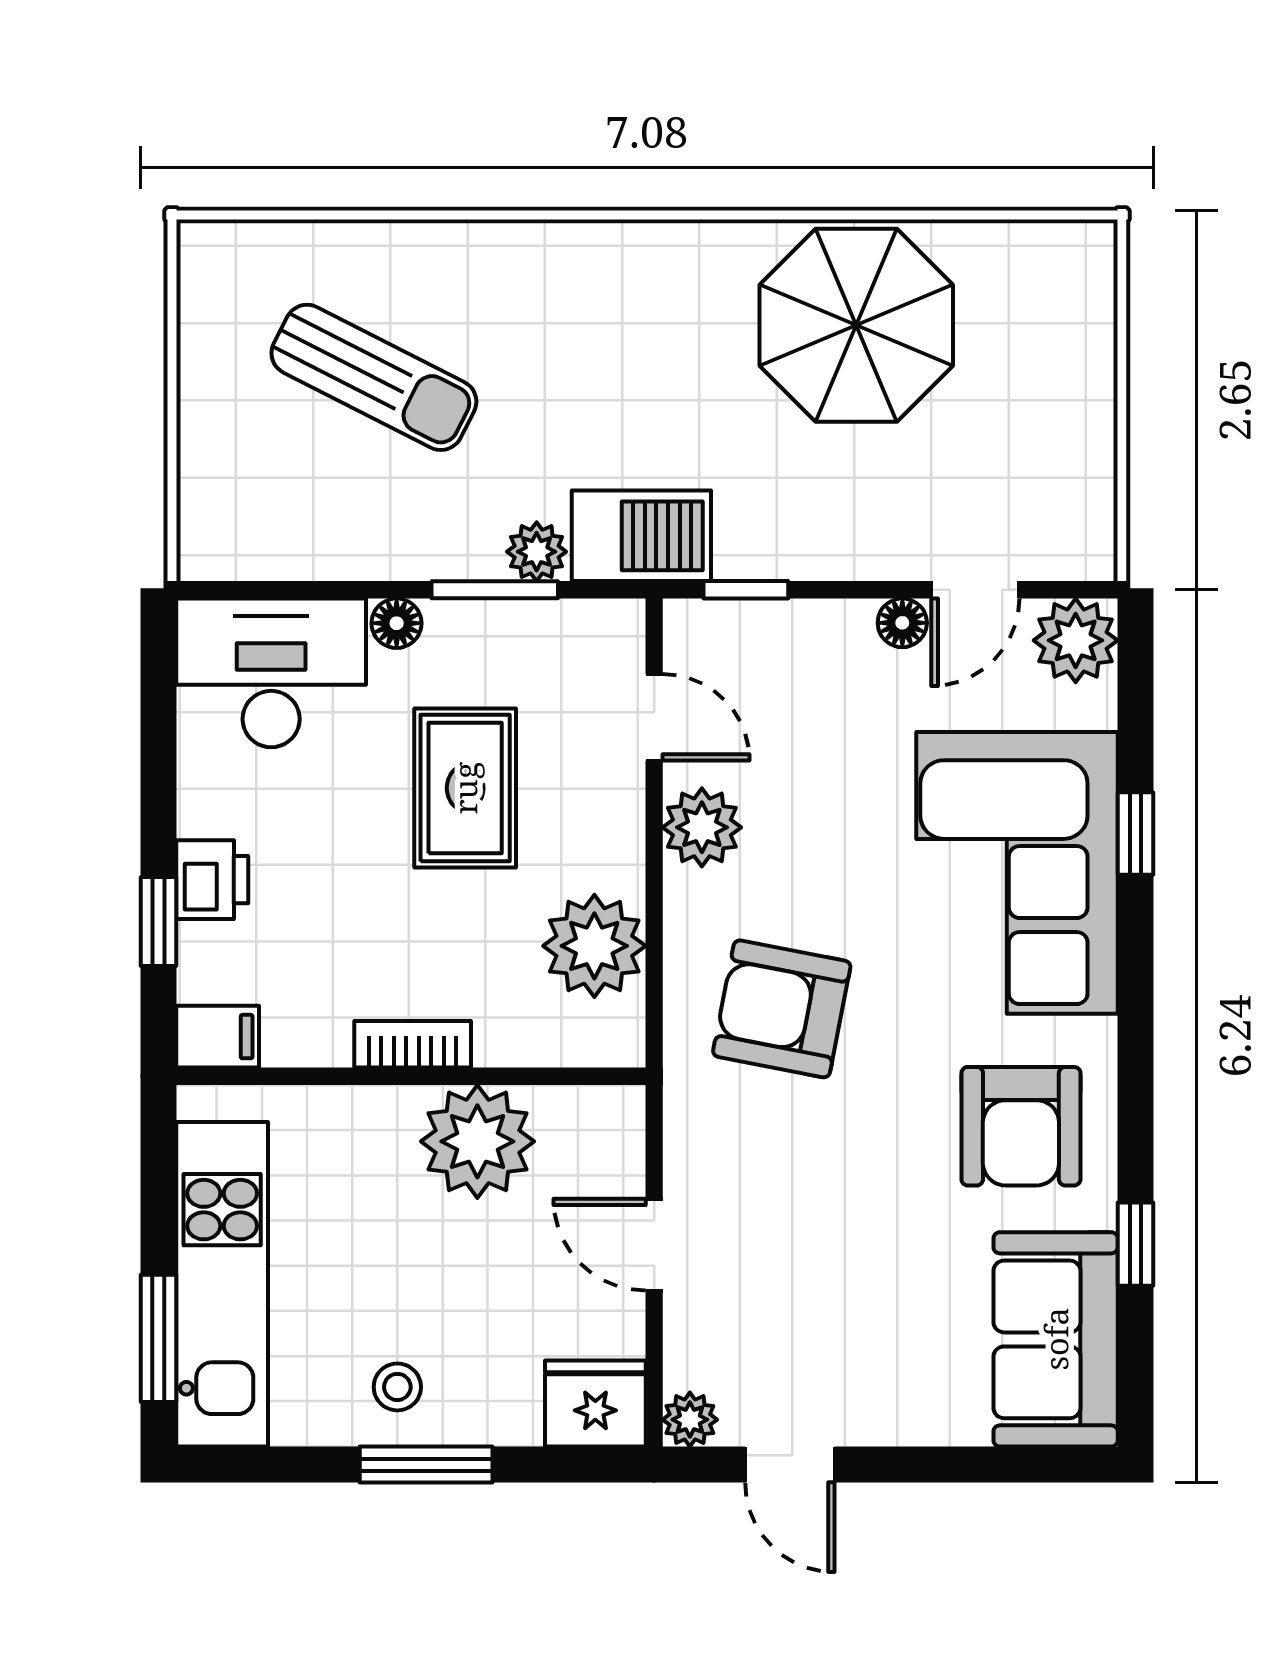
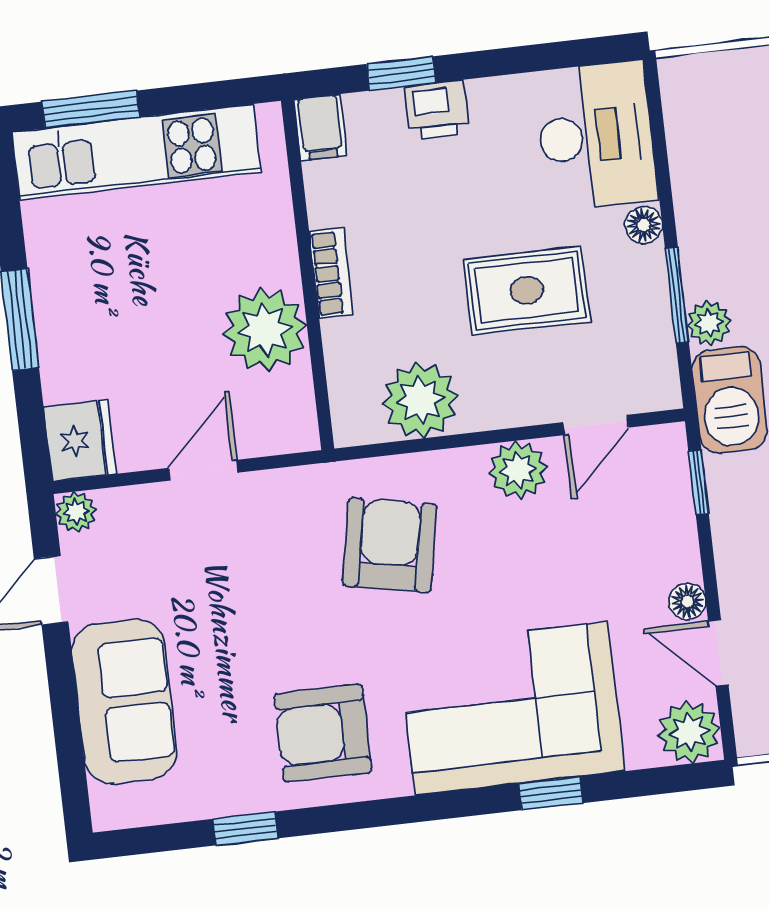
sofa: (1056, 1339) -> (124, 701), moved, turned 90
stool: (397, 1387) -> (75, 291), removed

